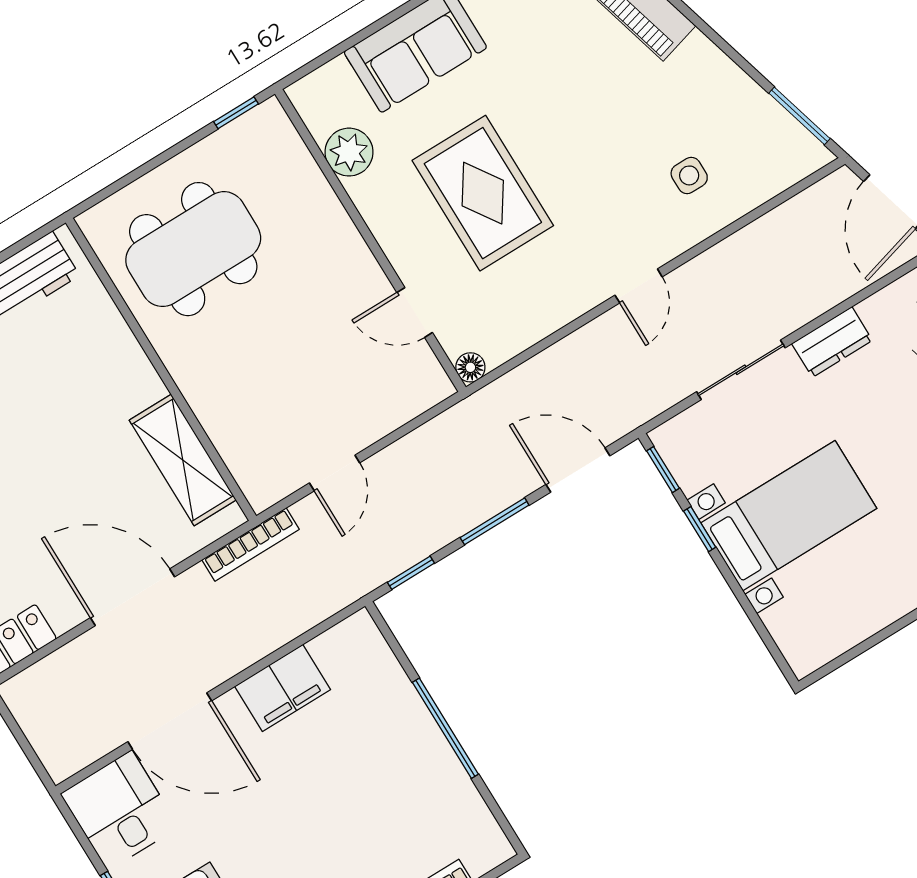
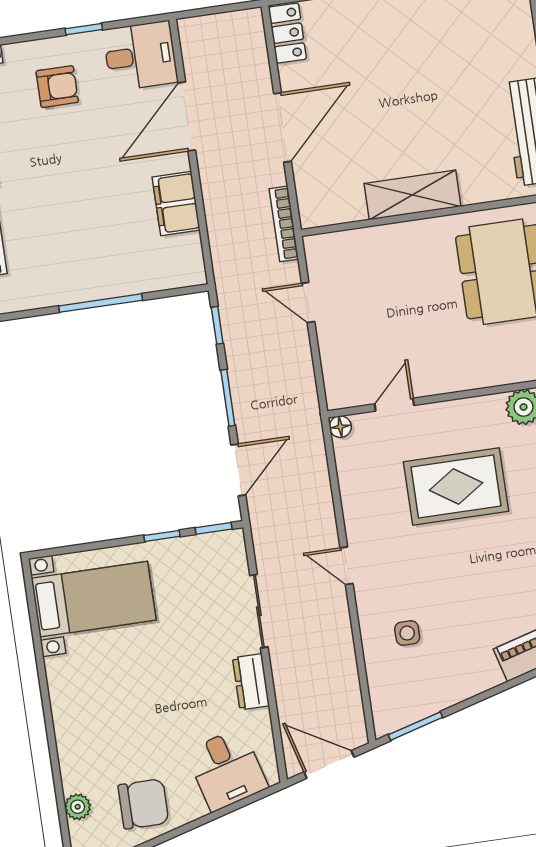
shelving: (183, 460) -> (412, 195), moved
bed with nightstands: (789, 516) -> (94, 599), moved, turned -90

